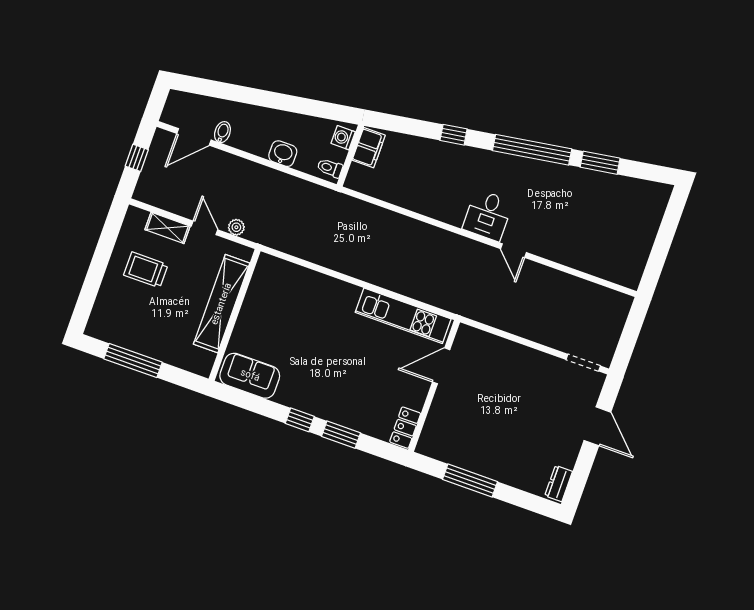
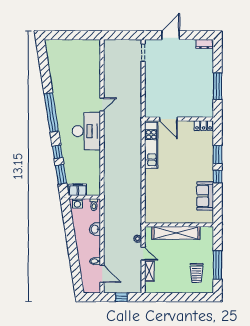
window: (600, 163) -> (61, 174), moved
desk: (488, 215) -> (86, 131), width x1.87, depth x1.30
door: (205, 228) -> (143, 254), swing flipped
trolley: (146, 270) -> (197, 273), moved
sofa: (250, 376) -> (205, 196), moved

